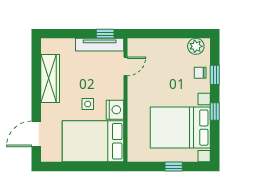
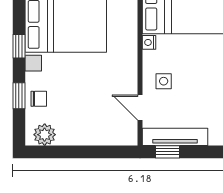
door: (125, 66) -> (140, 107), hinge flipped
side table: (88, 104) -> (164, 81), moved
nightstand: (115, 110) -> (149, 42), width x0.53, depth x0.56

